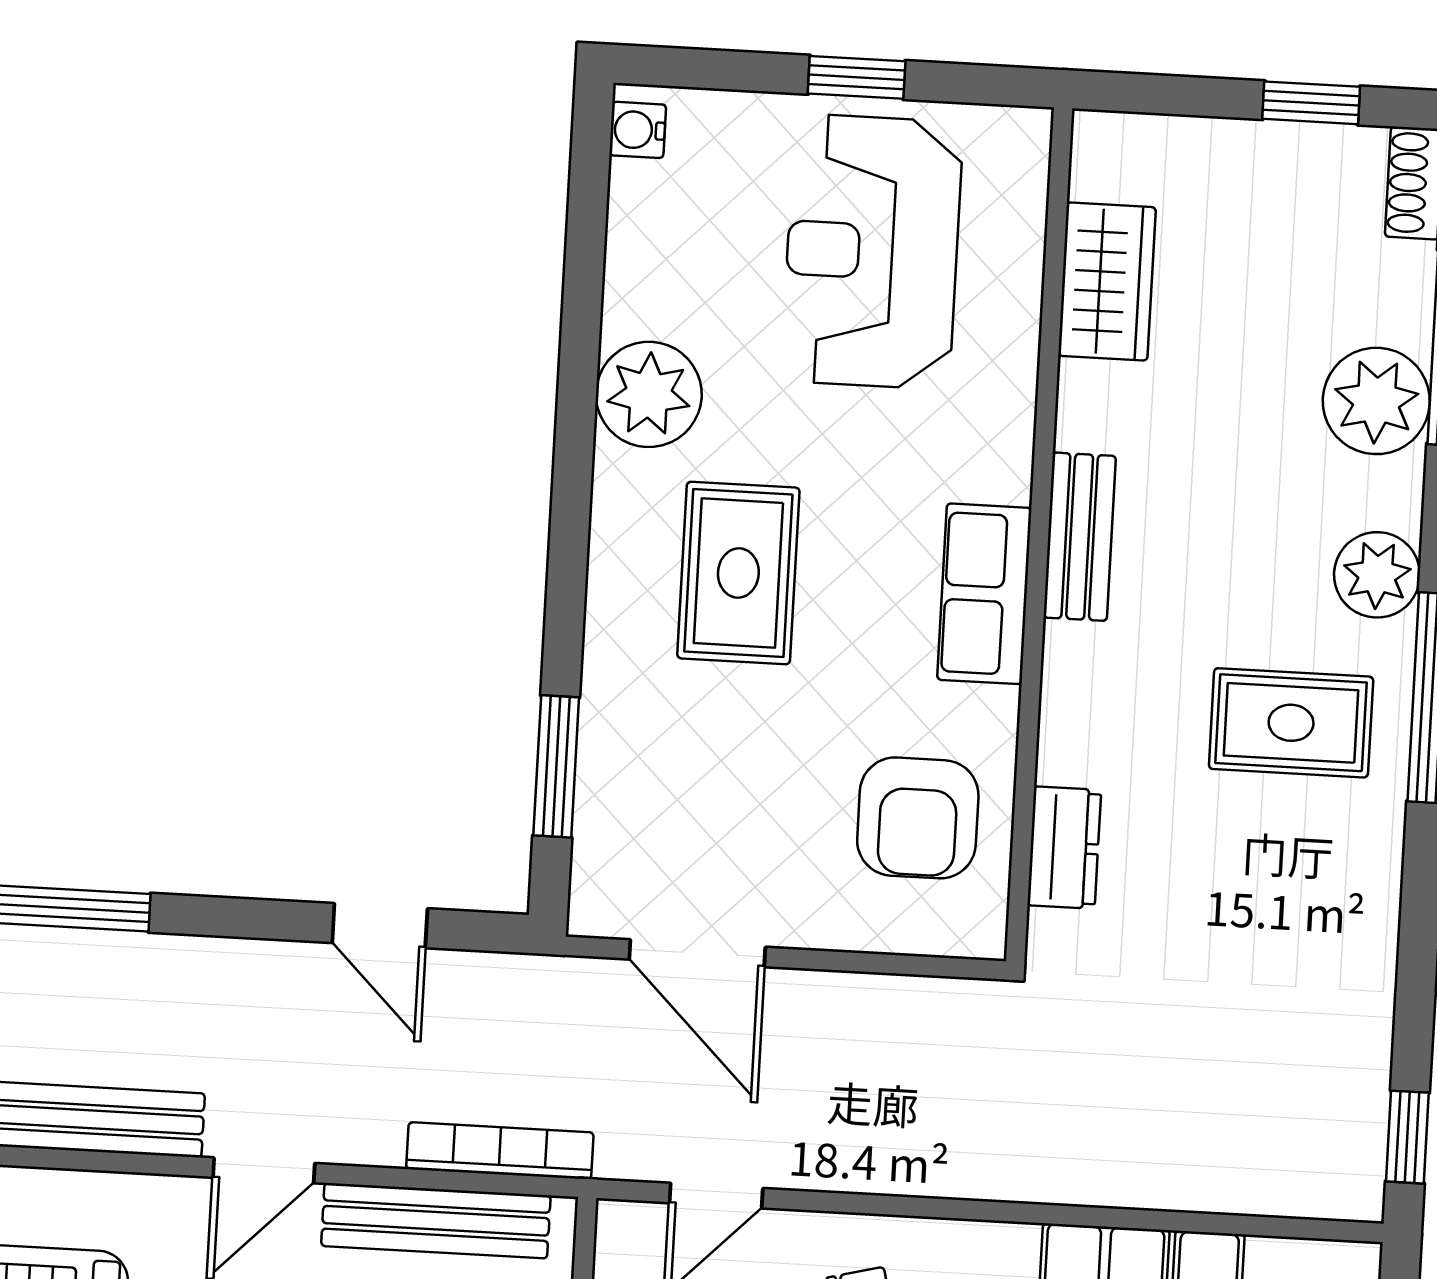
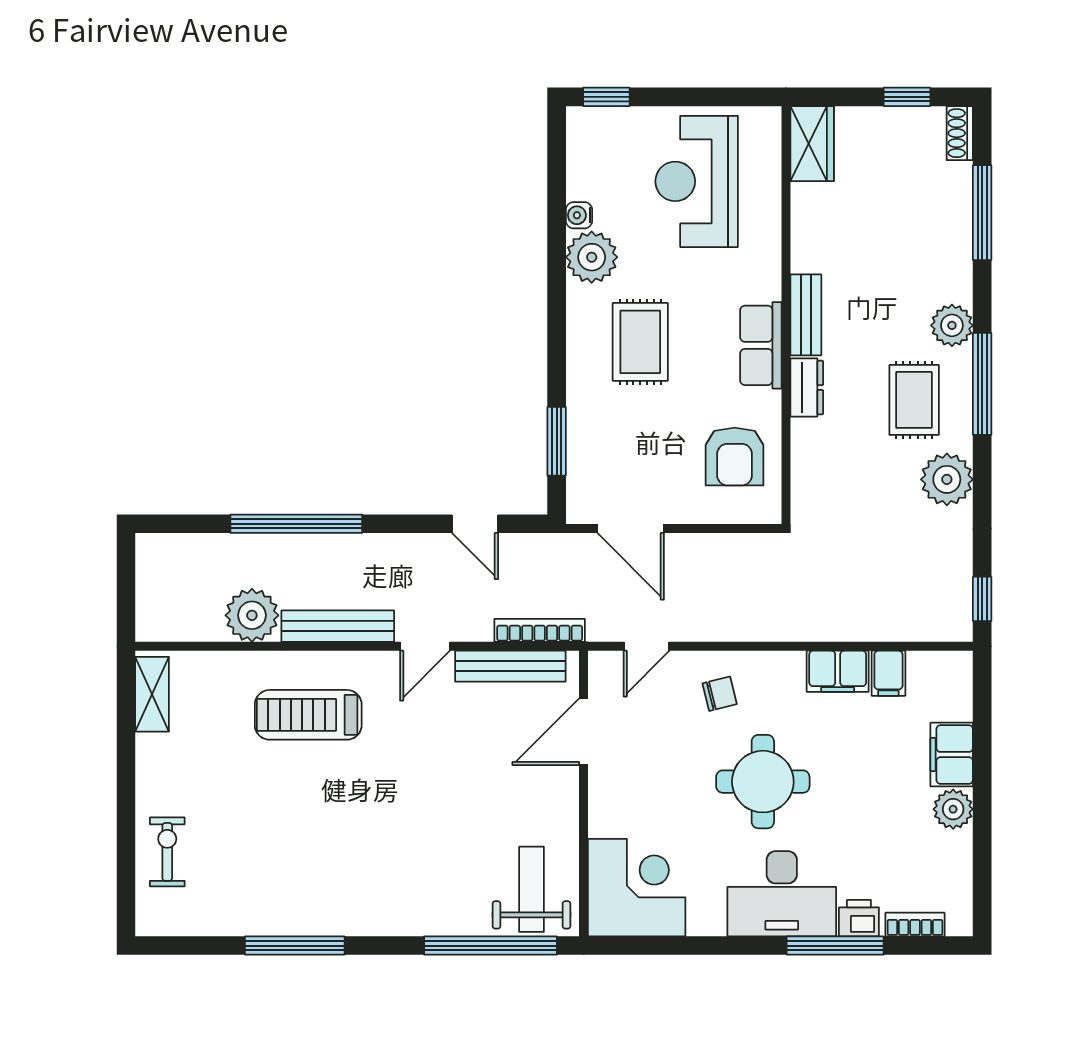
window: (857, 77) -> (606, 97), moved
water cooler: (638, 130) -> (579, 215), moved
wardrobe: (1107, 281) -> (812, 144), moved
plant: (1376, 401) -> (947, 479), moved
rug: (1291, 723) -> (914, 400), turned 90
dresser: (1064, 848) -> (807, 388), moved

